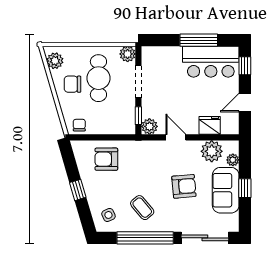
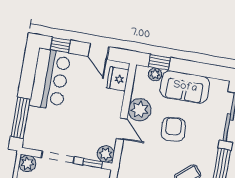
window: (199, 40) -> (20, 118), moved
fridge: (210, 125) -> (118, 79), moved
door: (176, 137) -> (122, 129), swing flipped
plant: (212, 151) -> (140, 110), moved
window: (245, 188) -> (159, 62), moved

